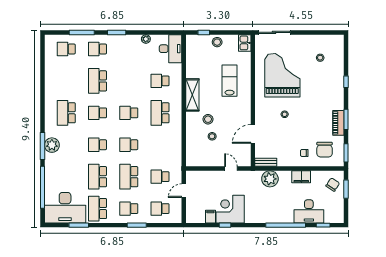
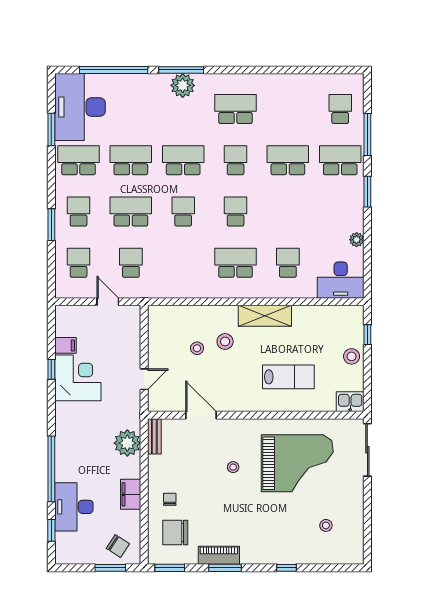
school desk: (97, 49) -> (340, 160), width x1.85
school desk: (97, 145) -> (183, 160), width x1.85

